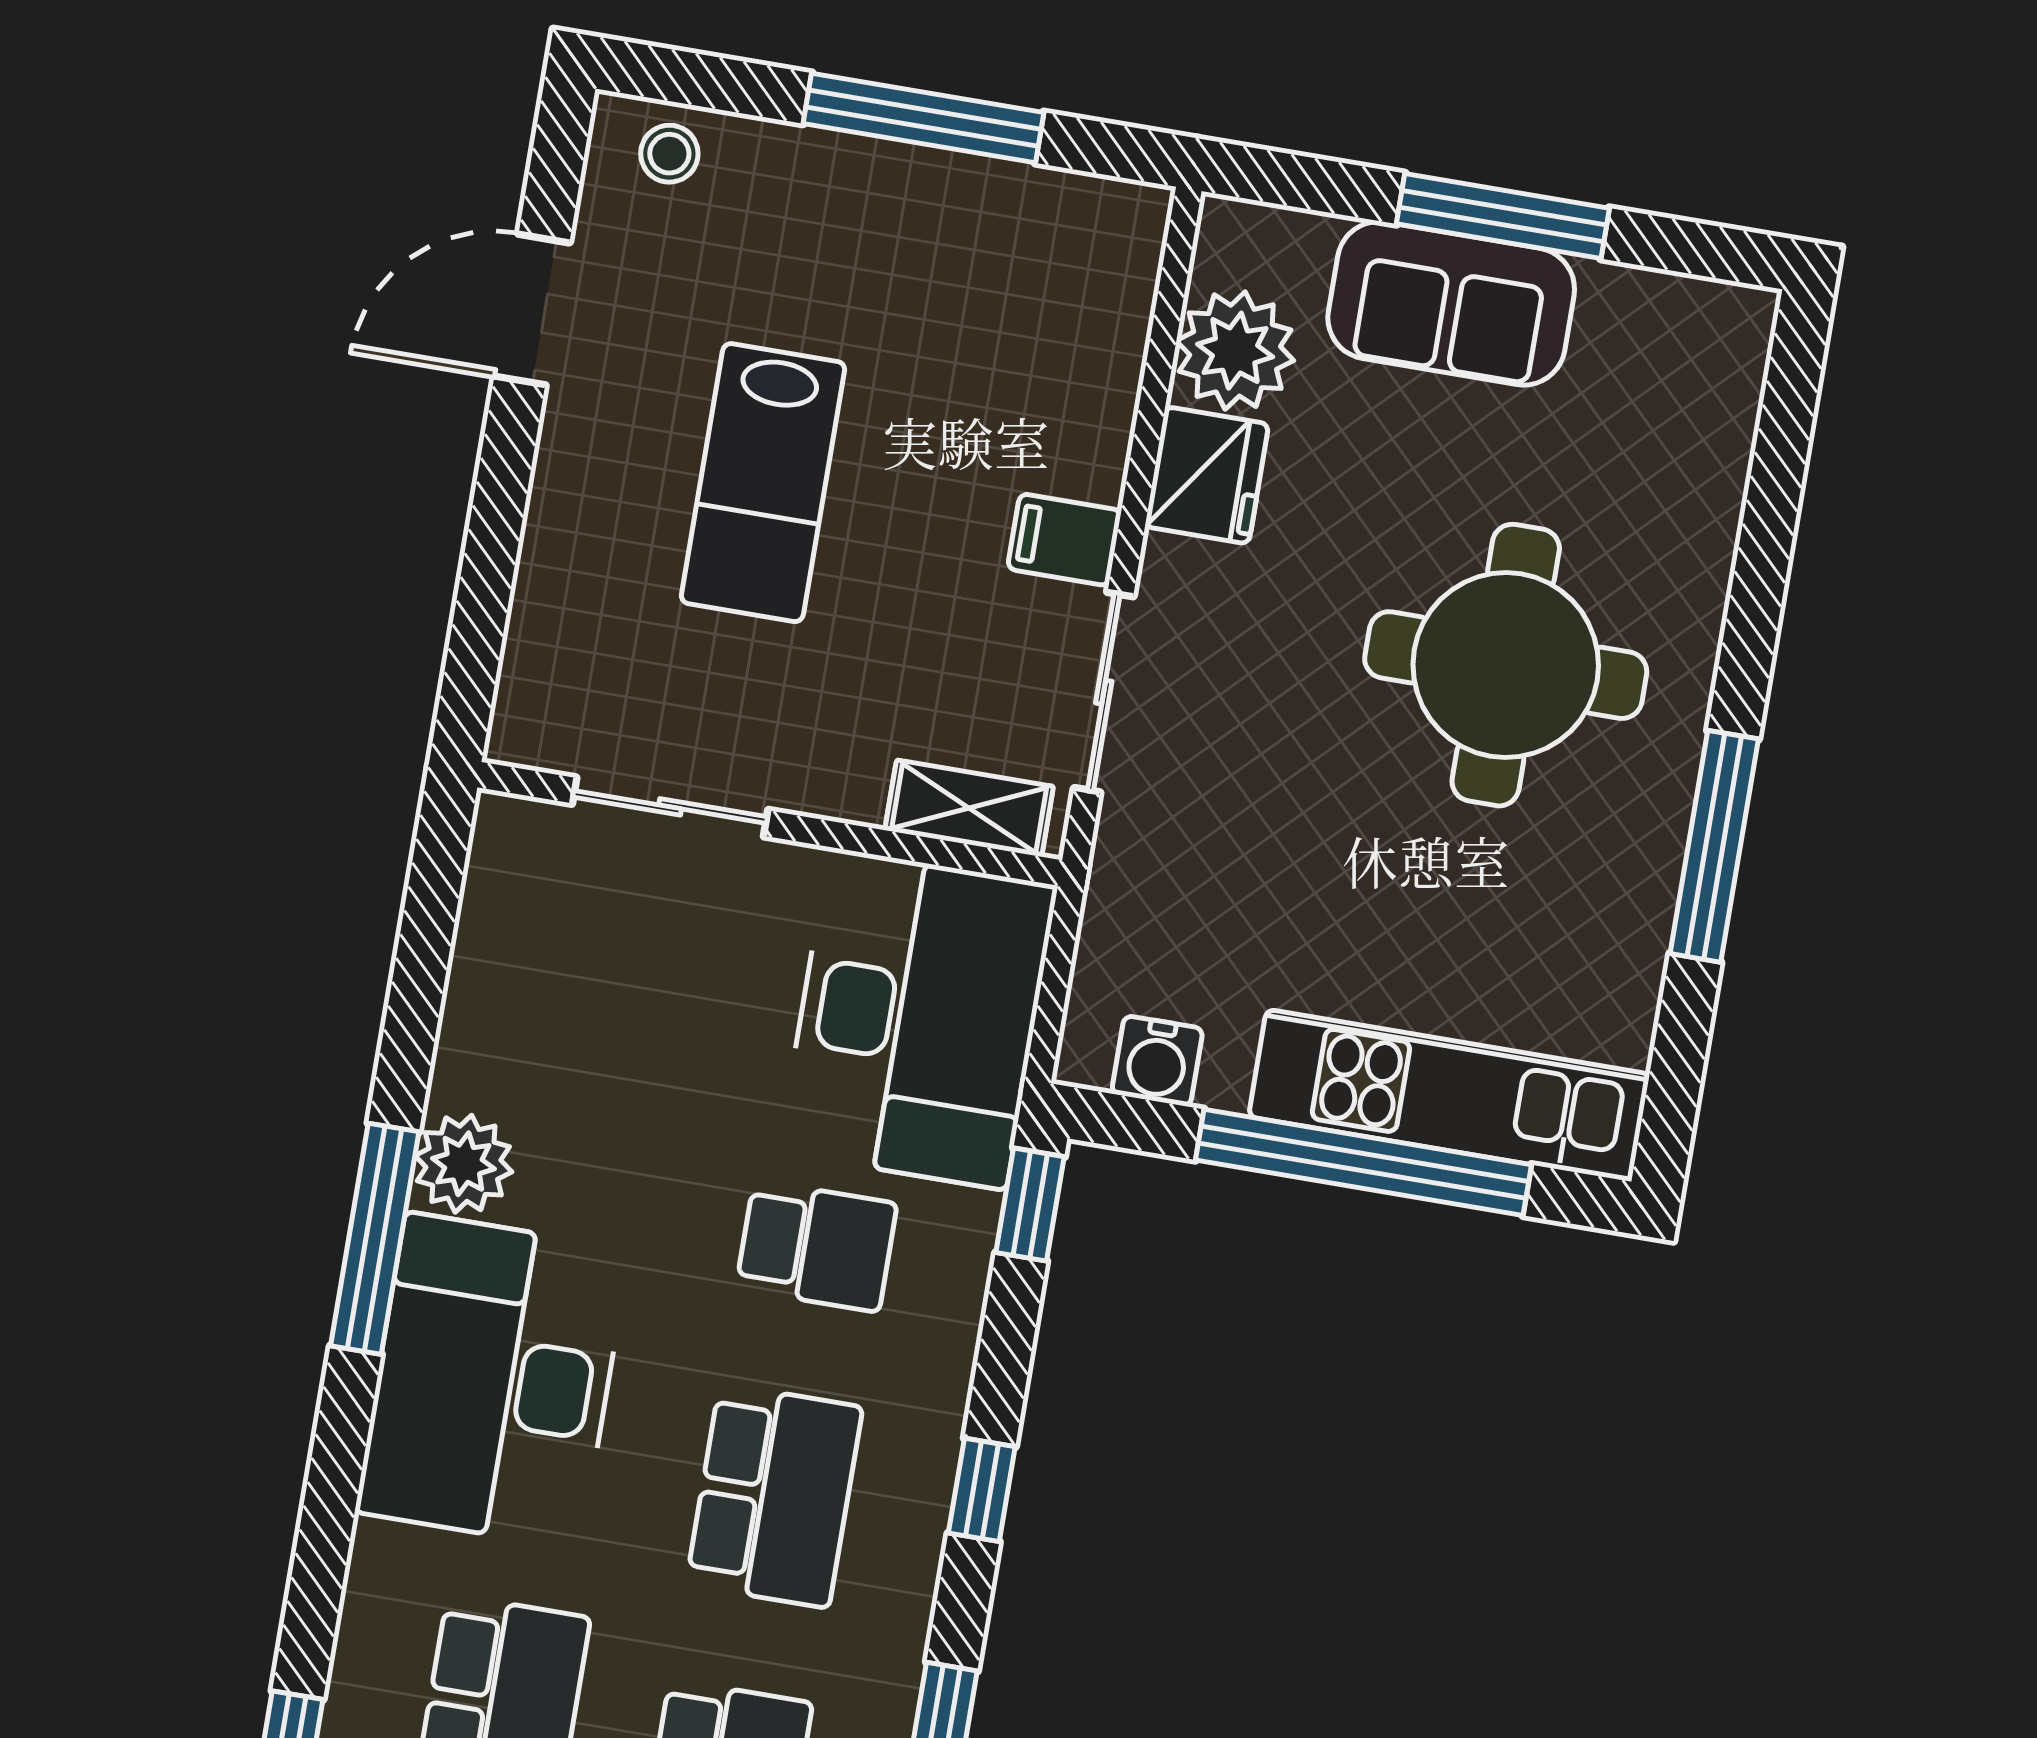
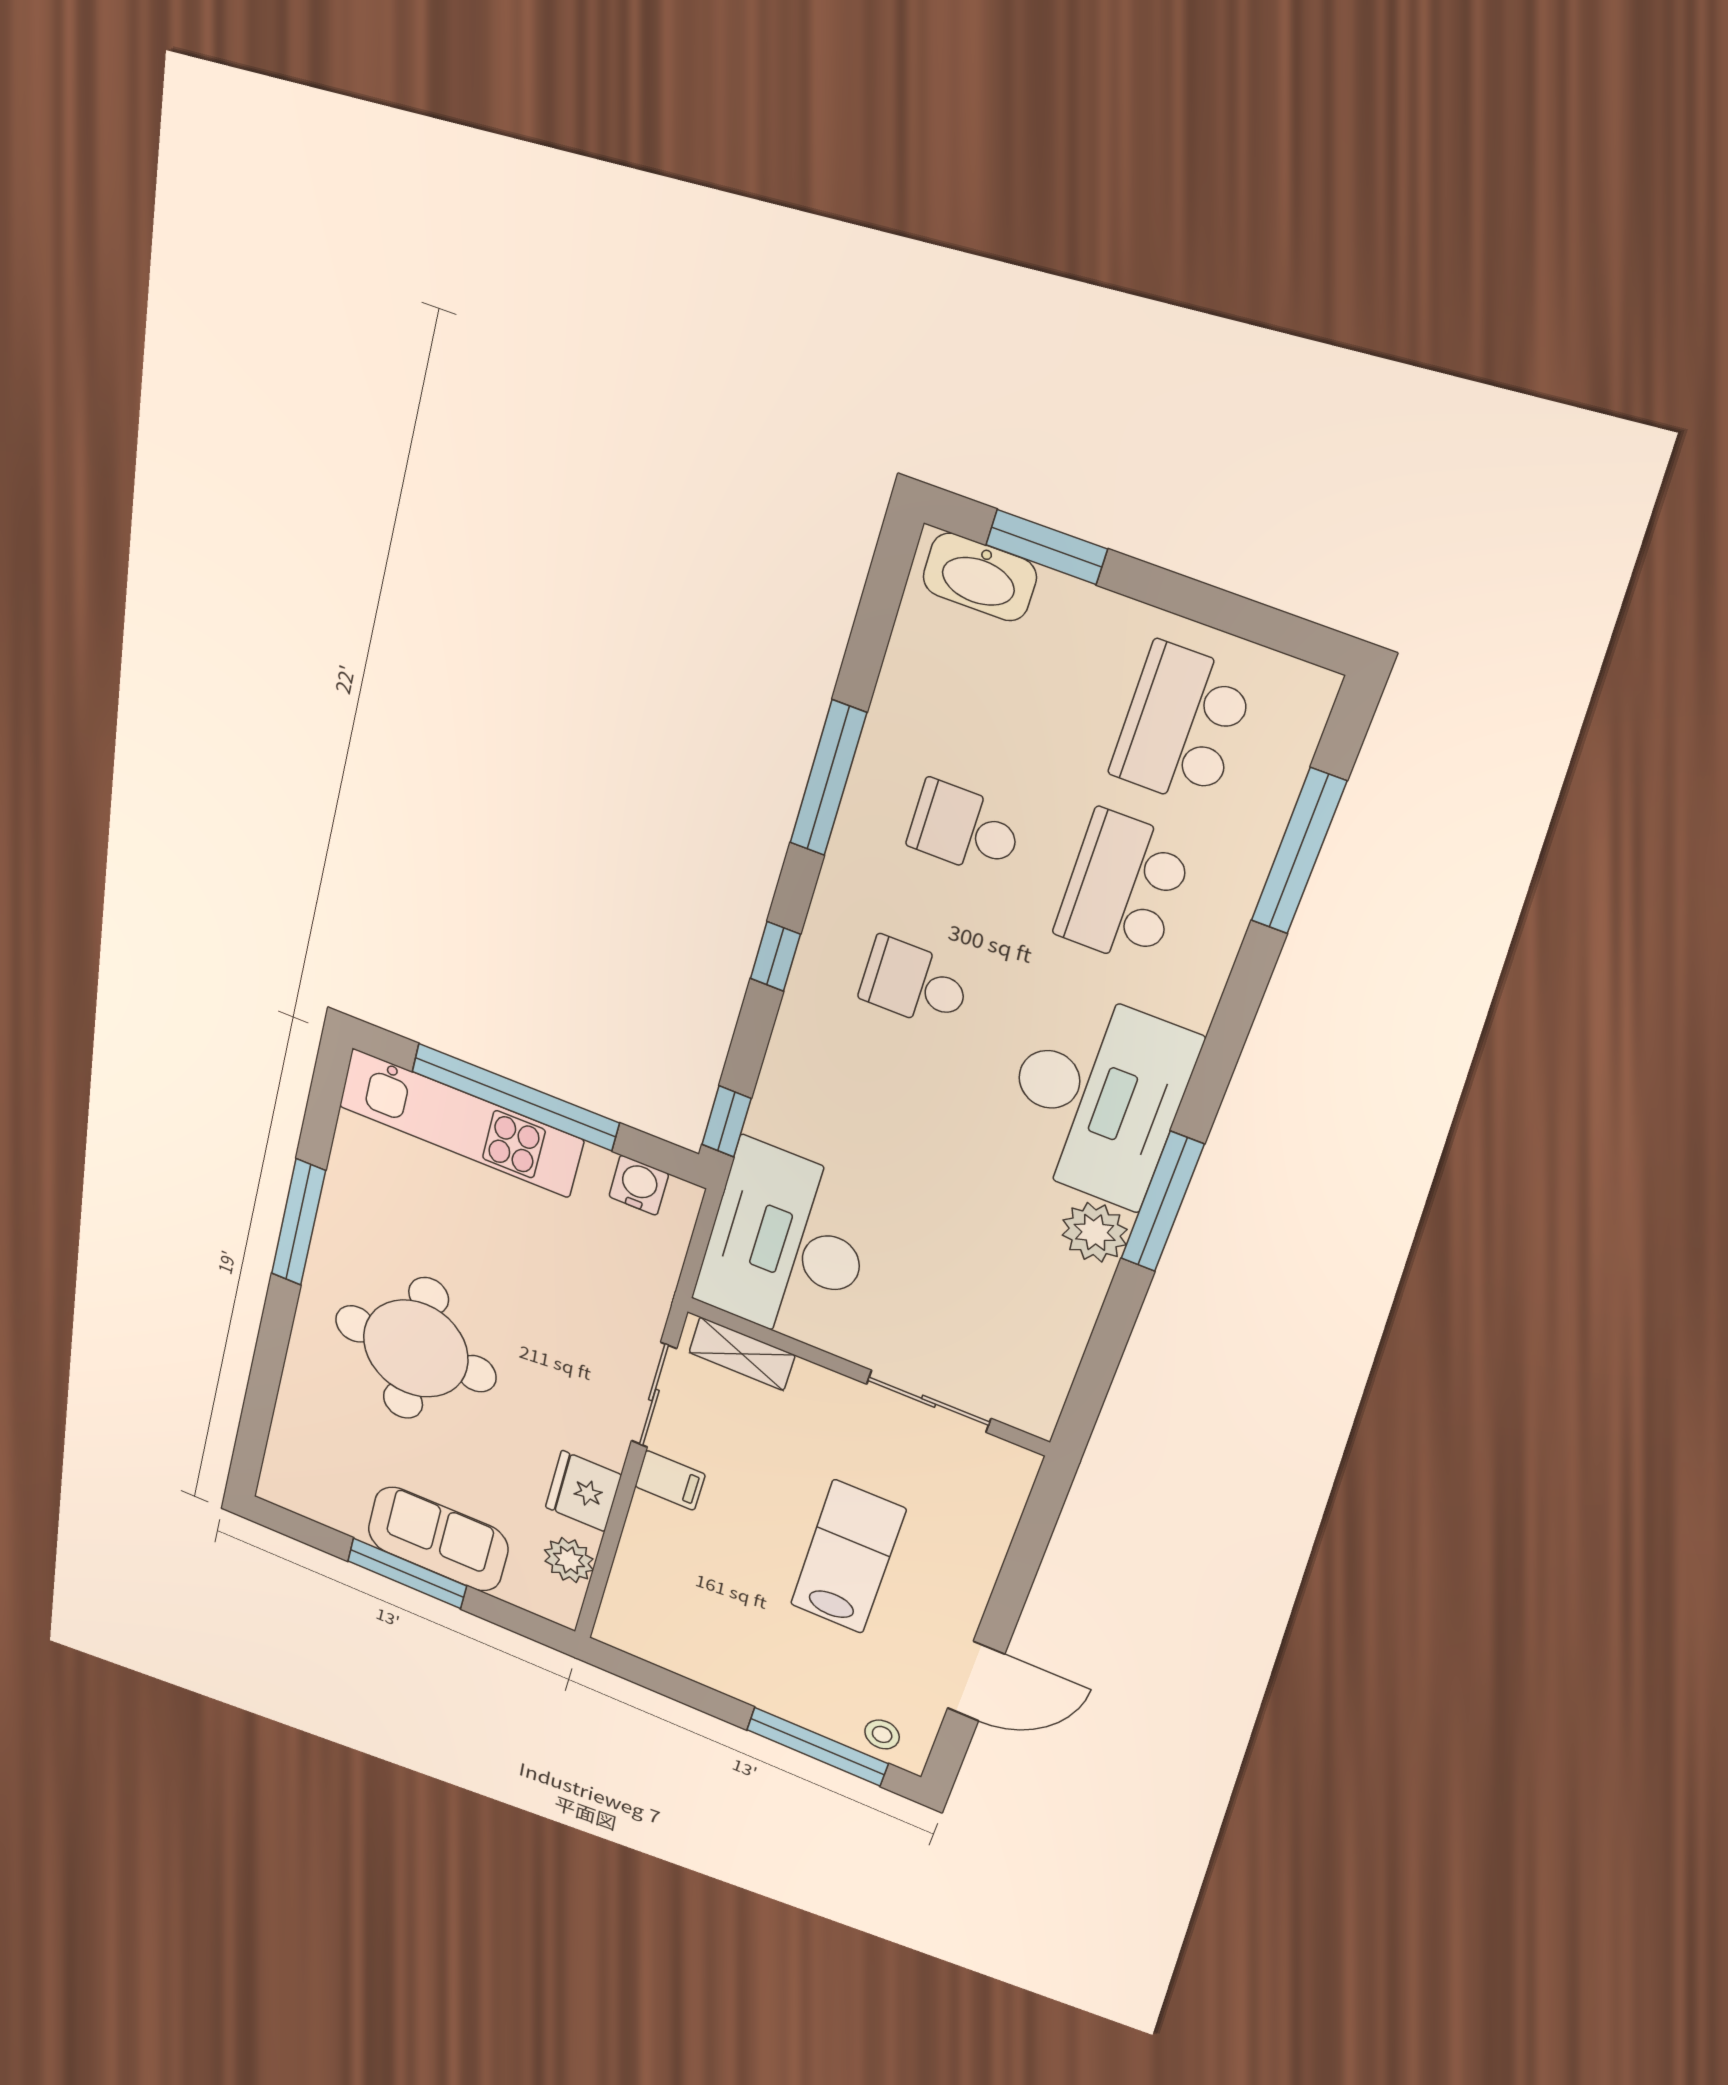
window: (923, 118) -> (817, 1747), moved
plant: (1235, 351) -> (569, 1560), width x0.73, depth x0.73
school desk: (817, 1246) -> (867, 1129), removed
school desk: (774, 1496) -> (915, 983), width x0.54

